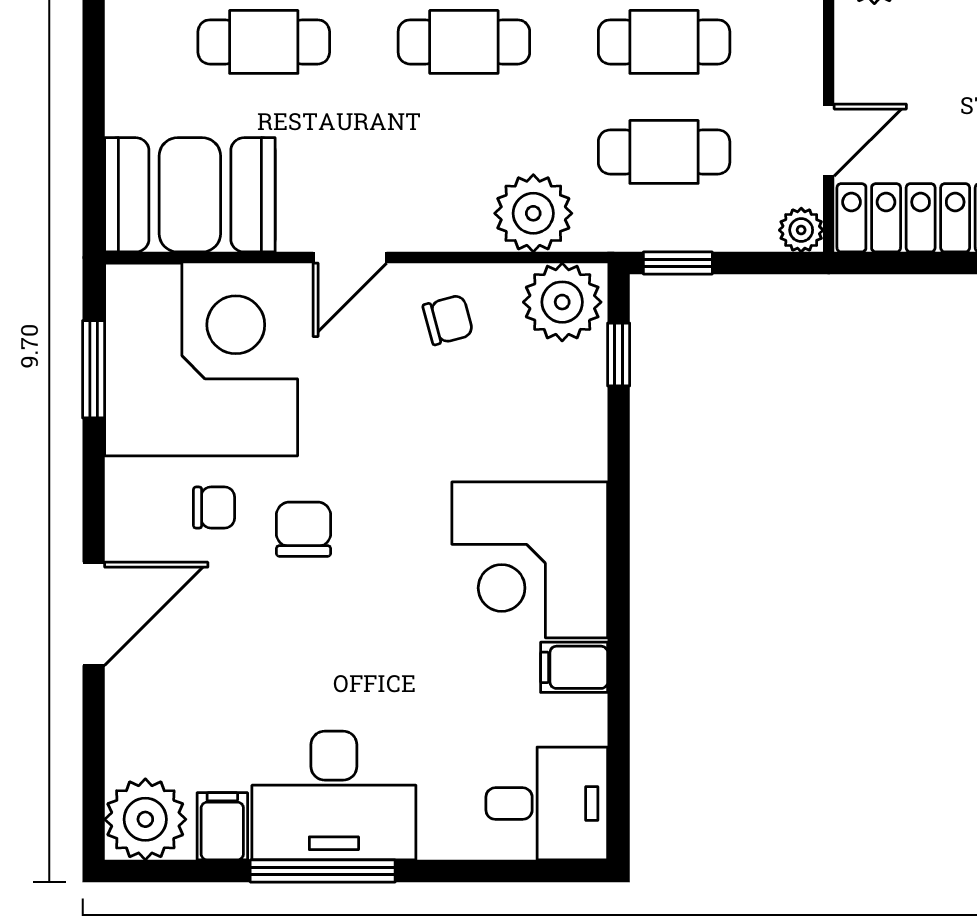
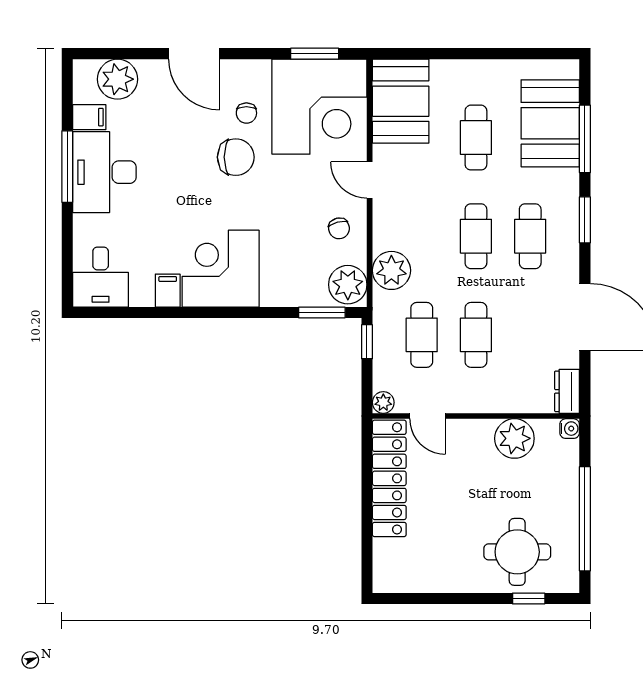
window: (619, 354) -> (322, 312), width x1.50
chair: (303, 529) -> (236, 157), width x1.37, depth x1.37
plant: (145, 819) -> (118, 79), moved

